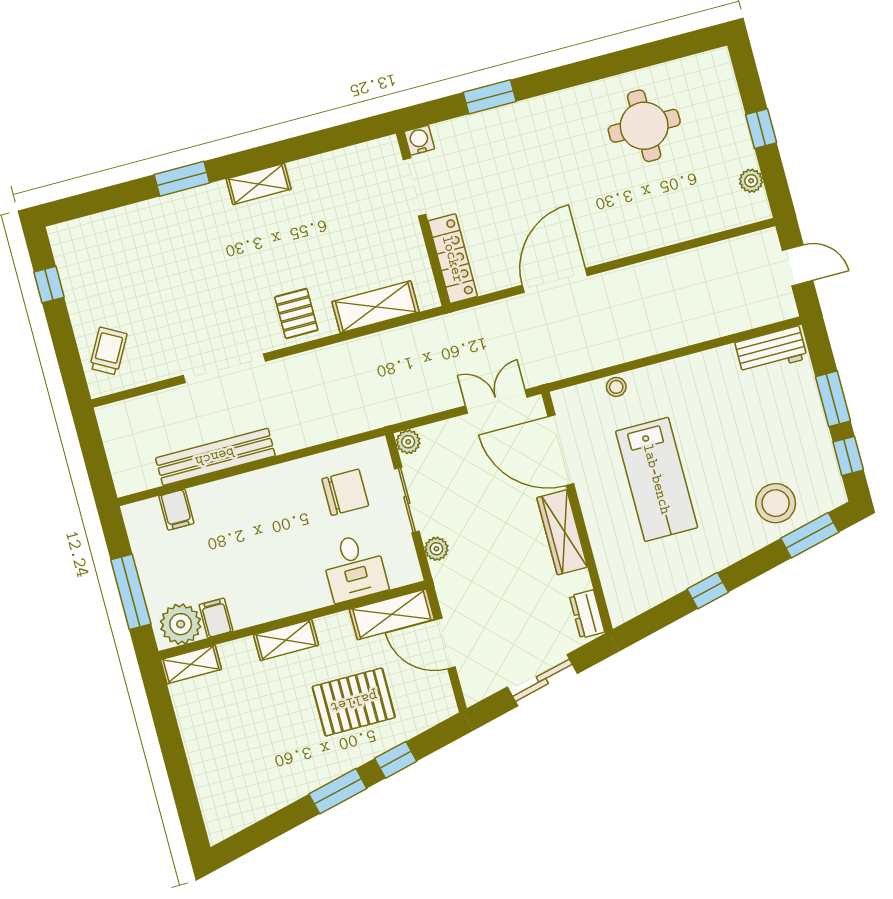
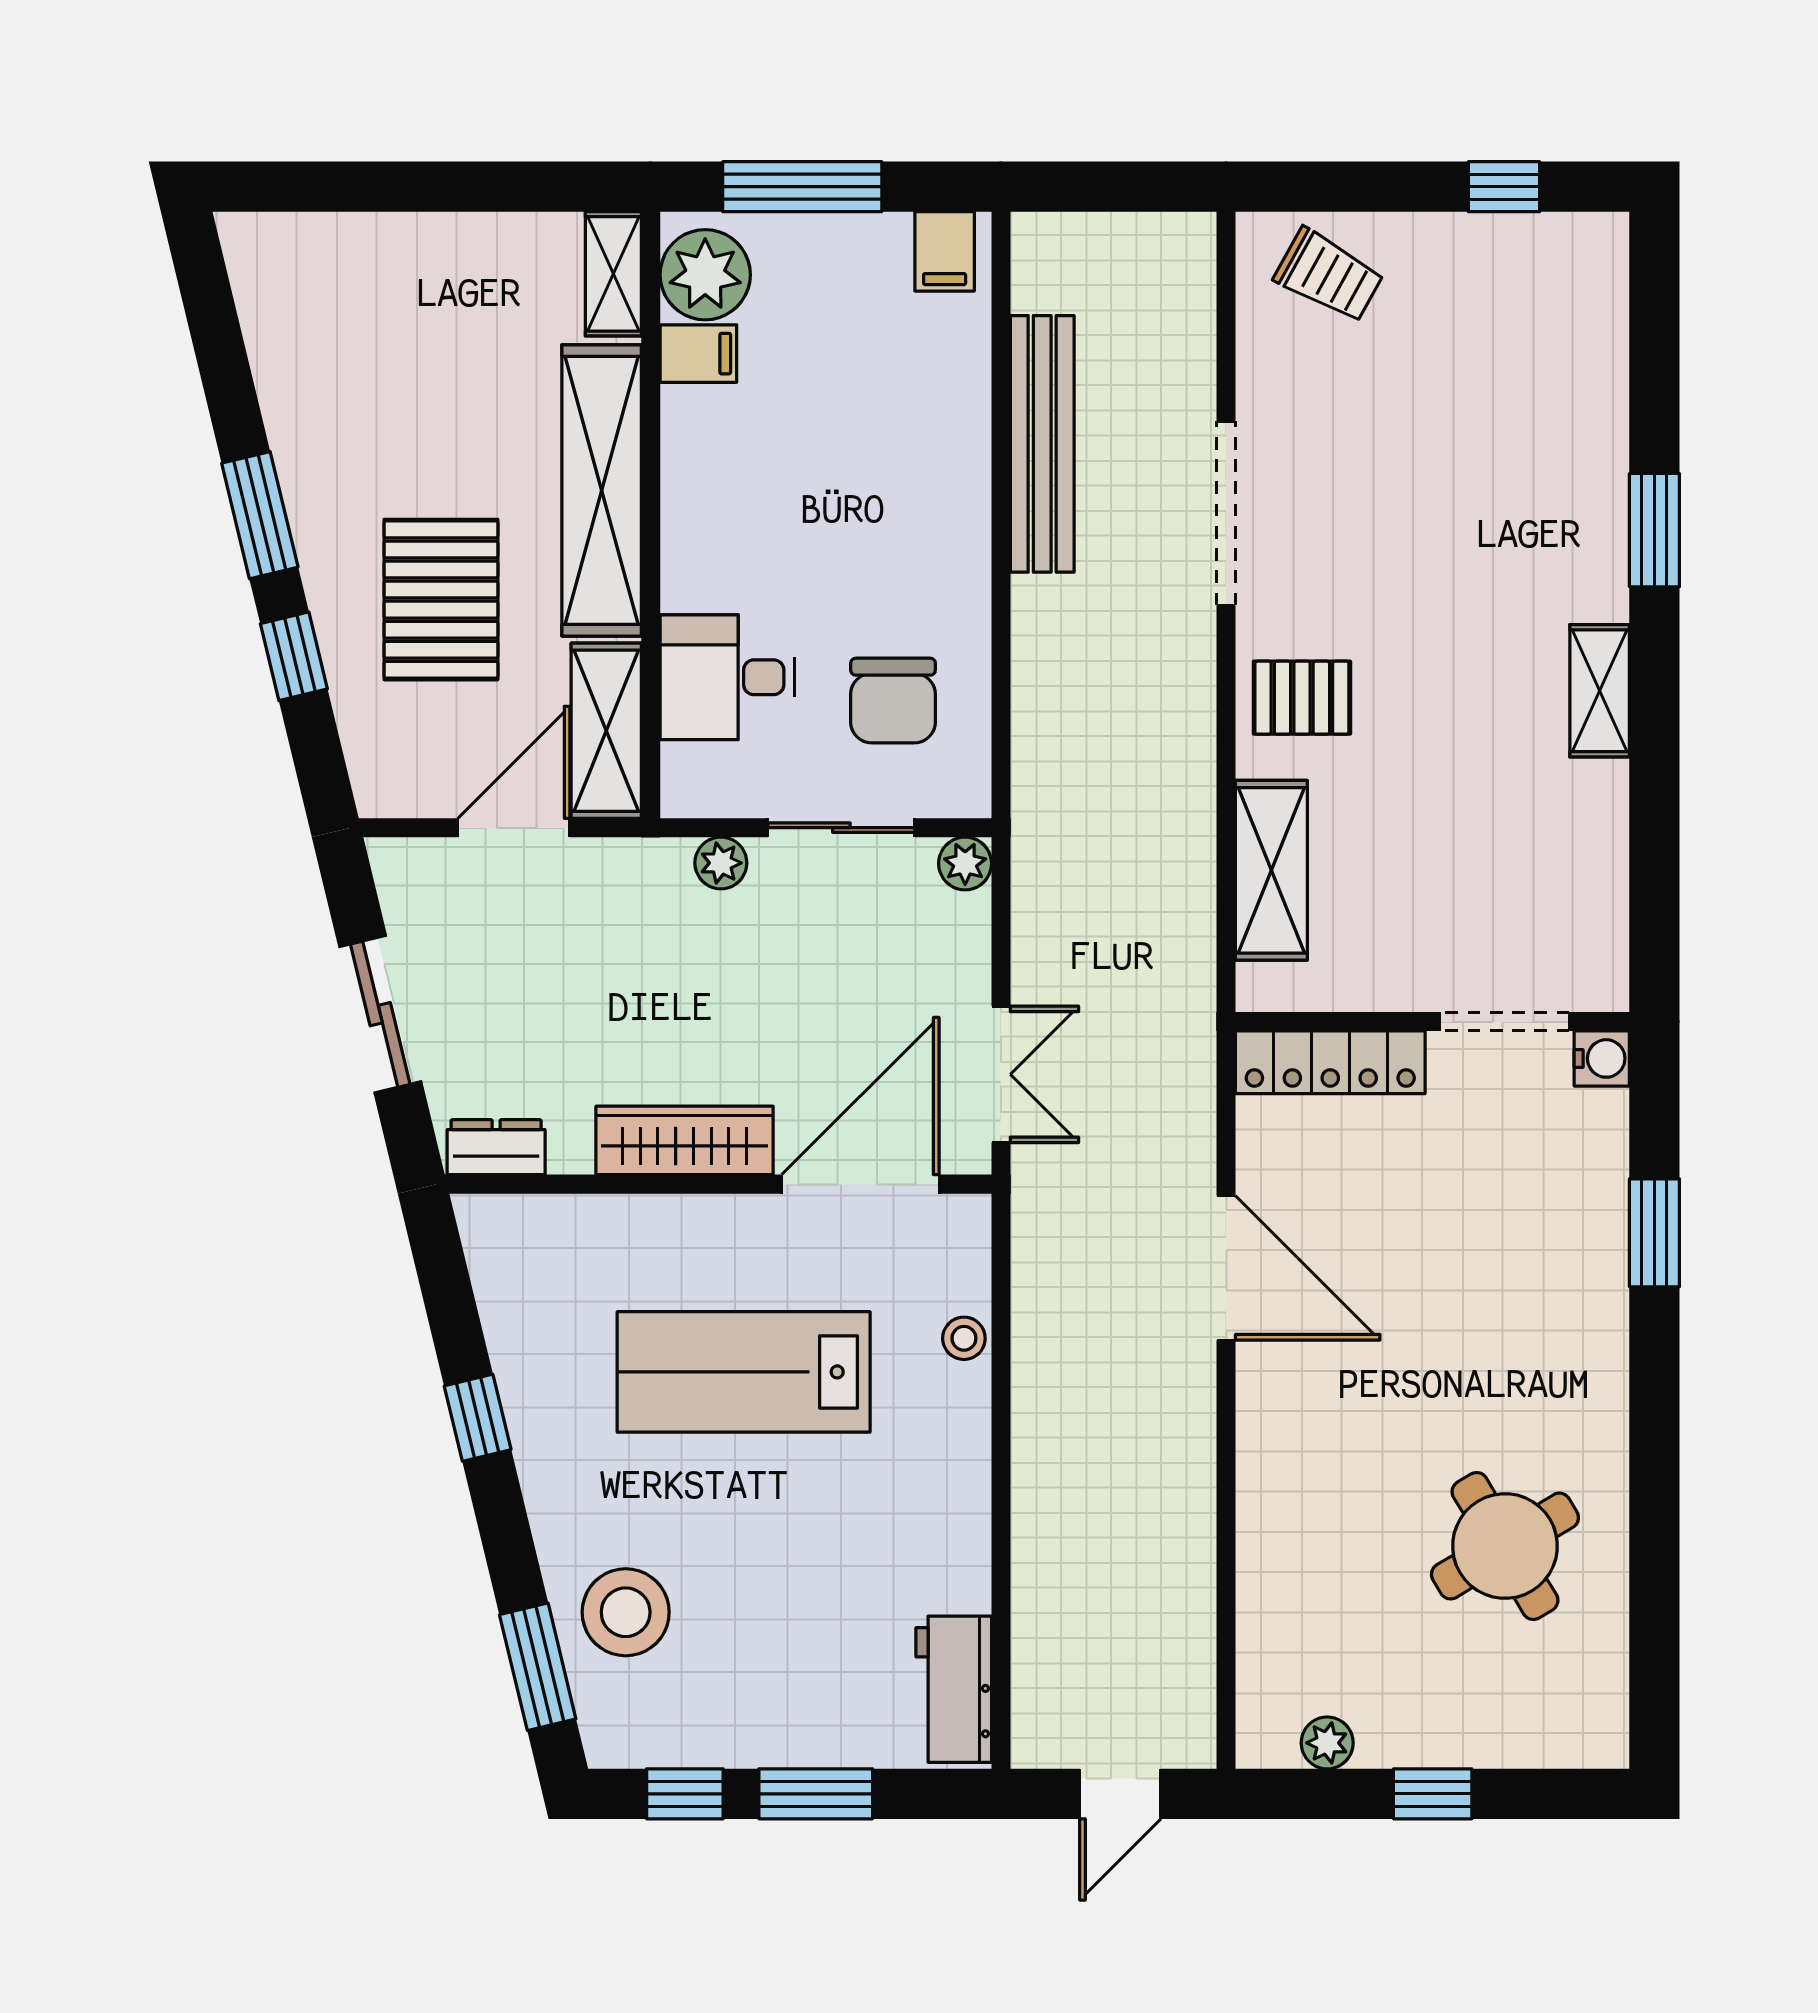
round table: (644, 126) -> (1505, 1546), turned -31
filing cabinet: (176, 510) -> (945, 251), moved, turned -90
shelving: (286, 640) -> (602, 490), width x2.20, depth x1.33

